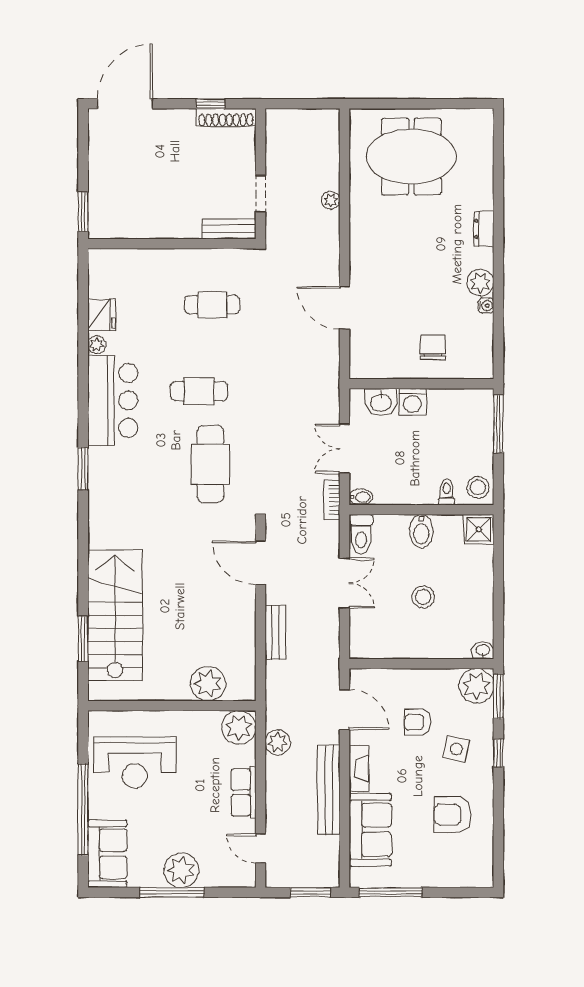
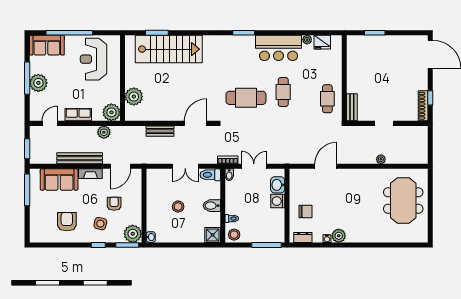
bench: (229, 229) -> (352, 107), moved
dresser: (484, 229) -> (303, 238), moved
wall: (172, 244) -> (344, 78), moved

